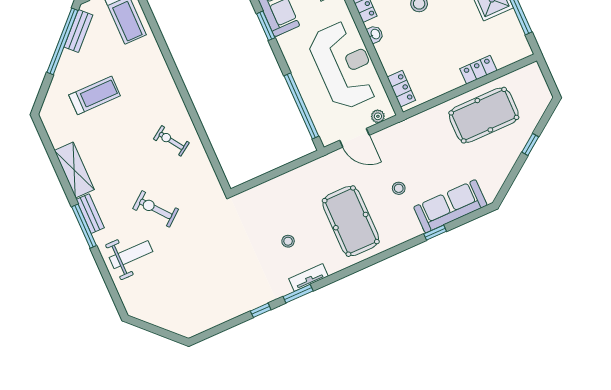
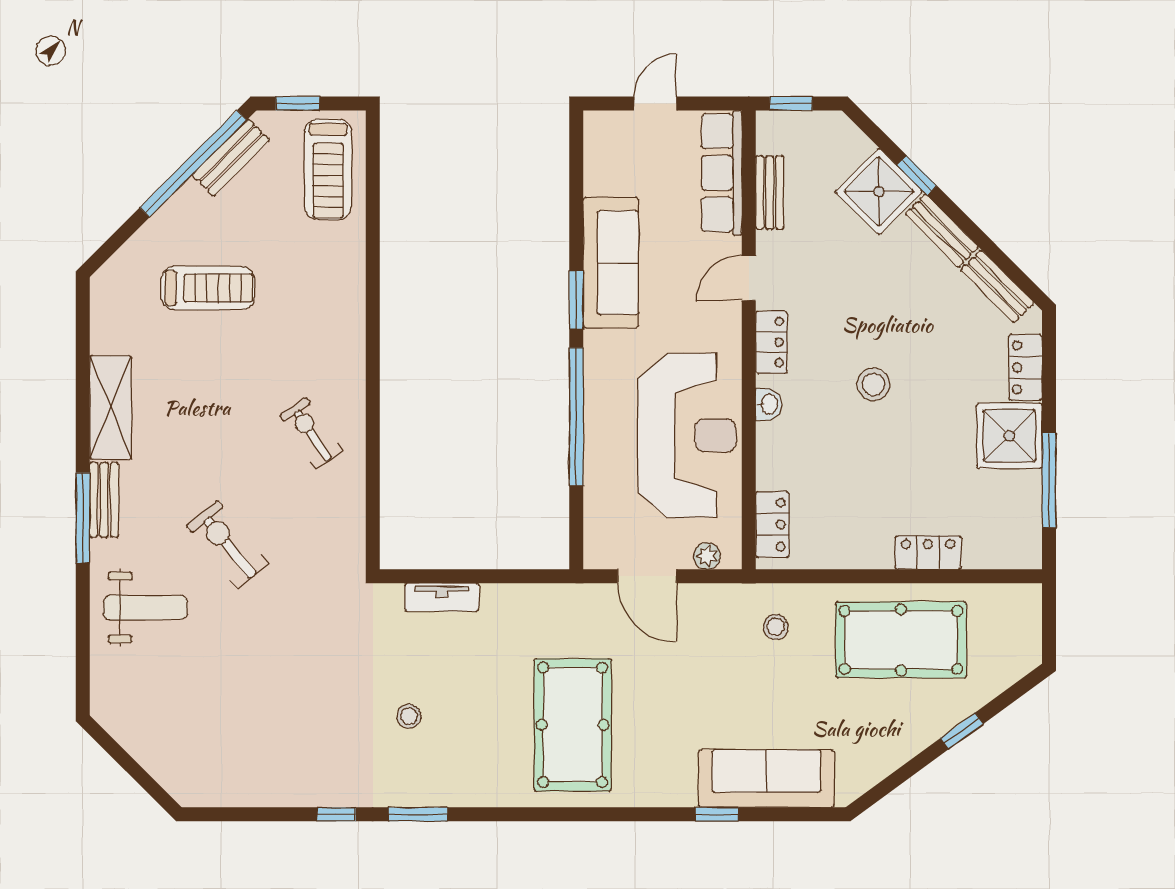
window: (301, 106) -> (576, 417), moved
stool: (399, 188) -> (776, 627), moved
stool: (288, 241) -> (409, 716), moved
tv unit: (308, 277) -> (442, 597), moved, turned 180

